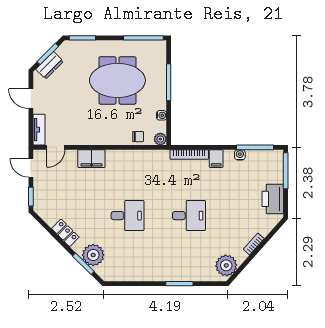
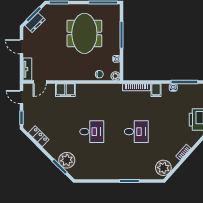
meeting table: (117, 80) -> (84, 33), turned 90
locker: (65, 233) -> (39, 136), moved

